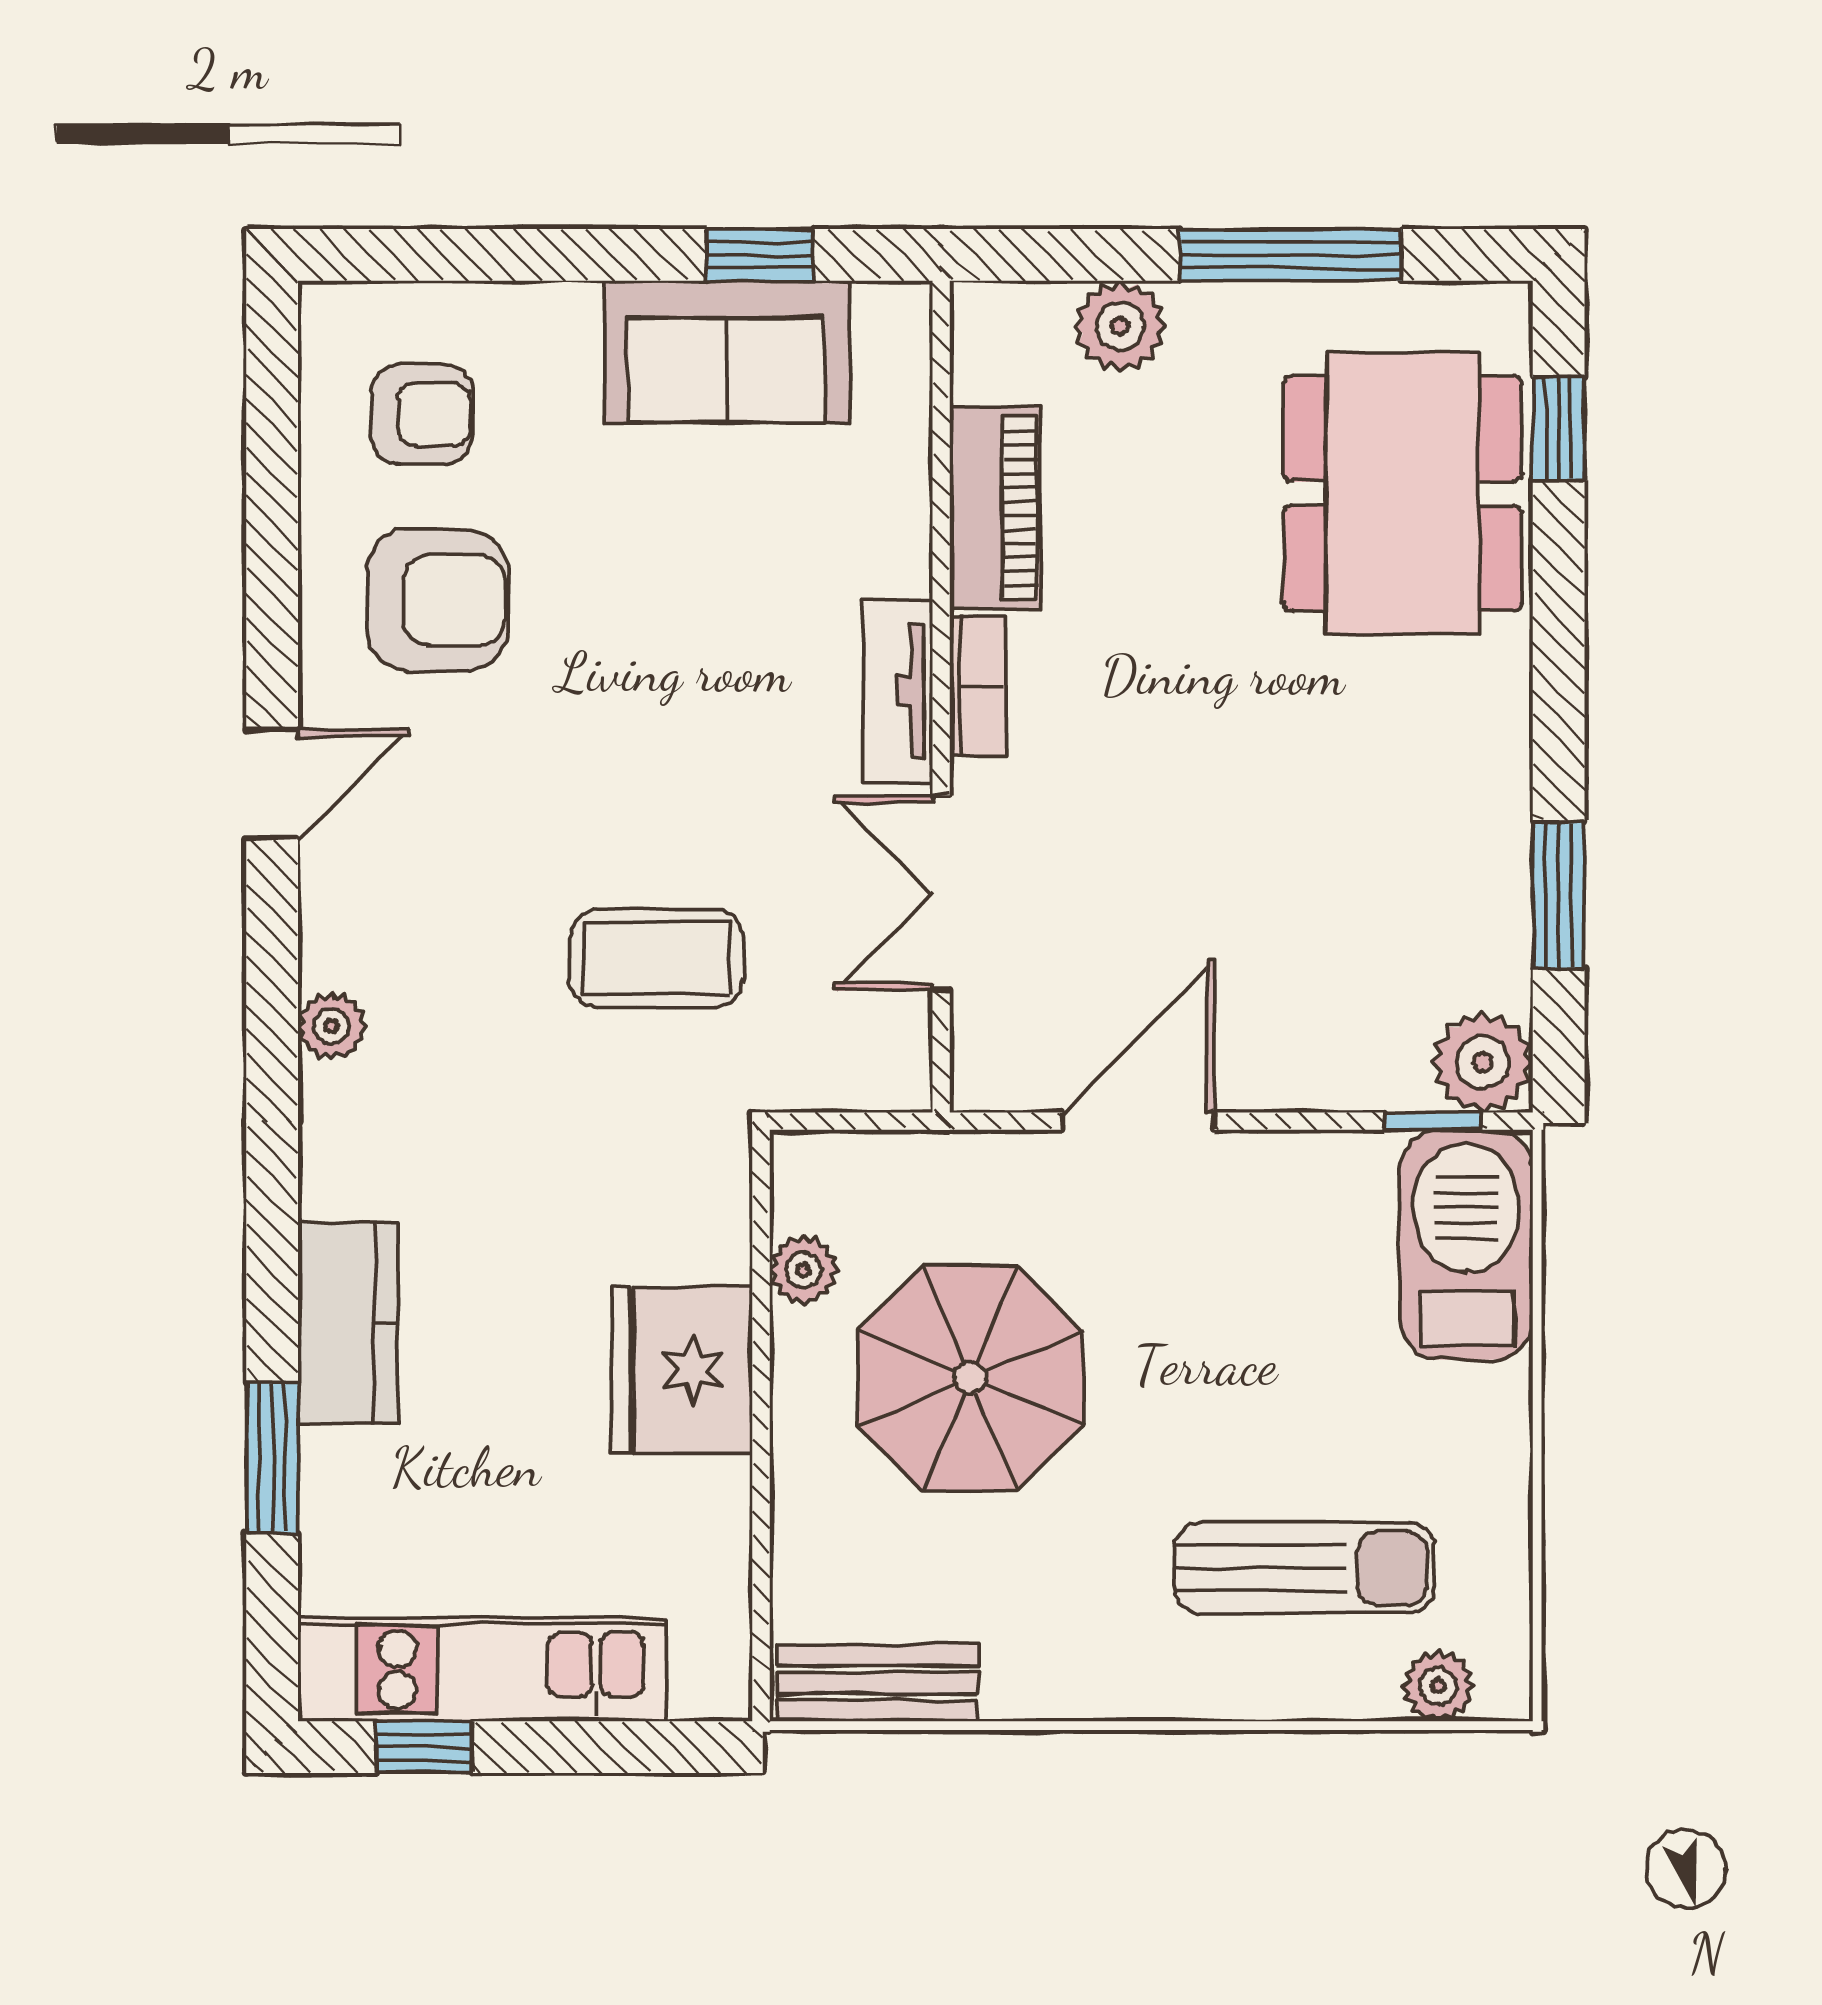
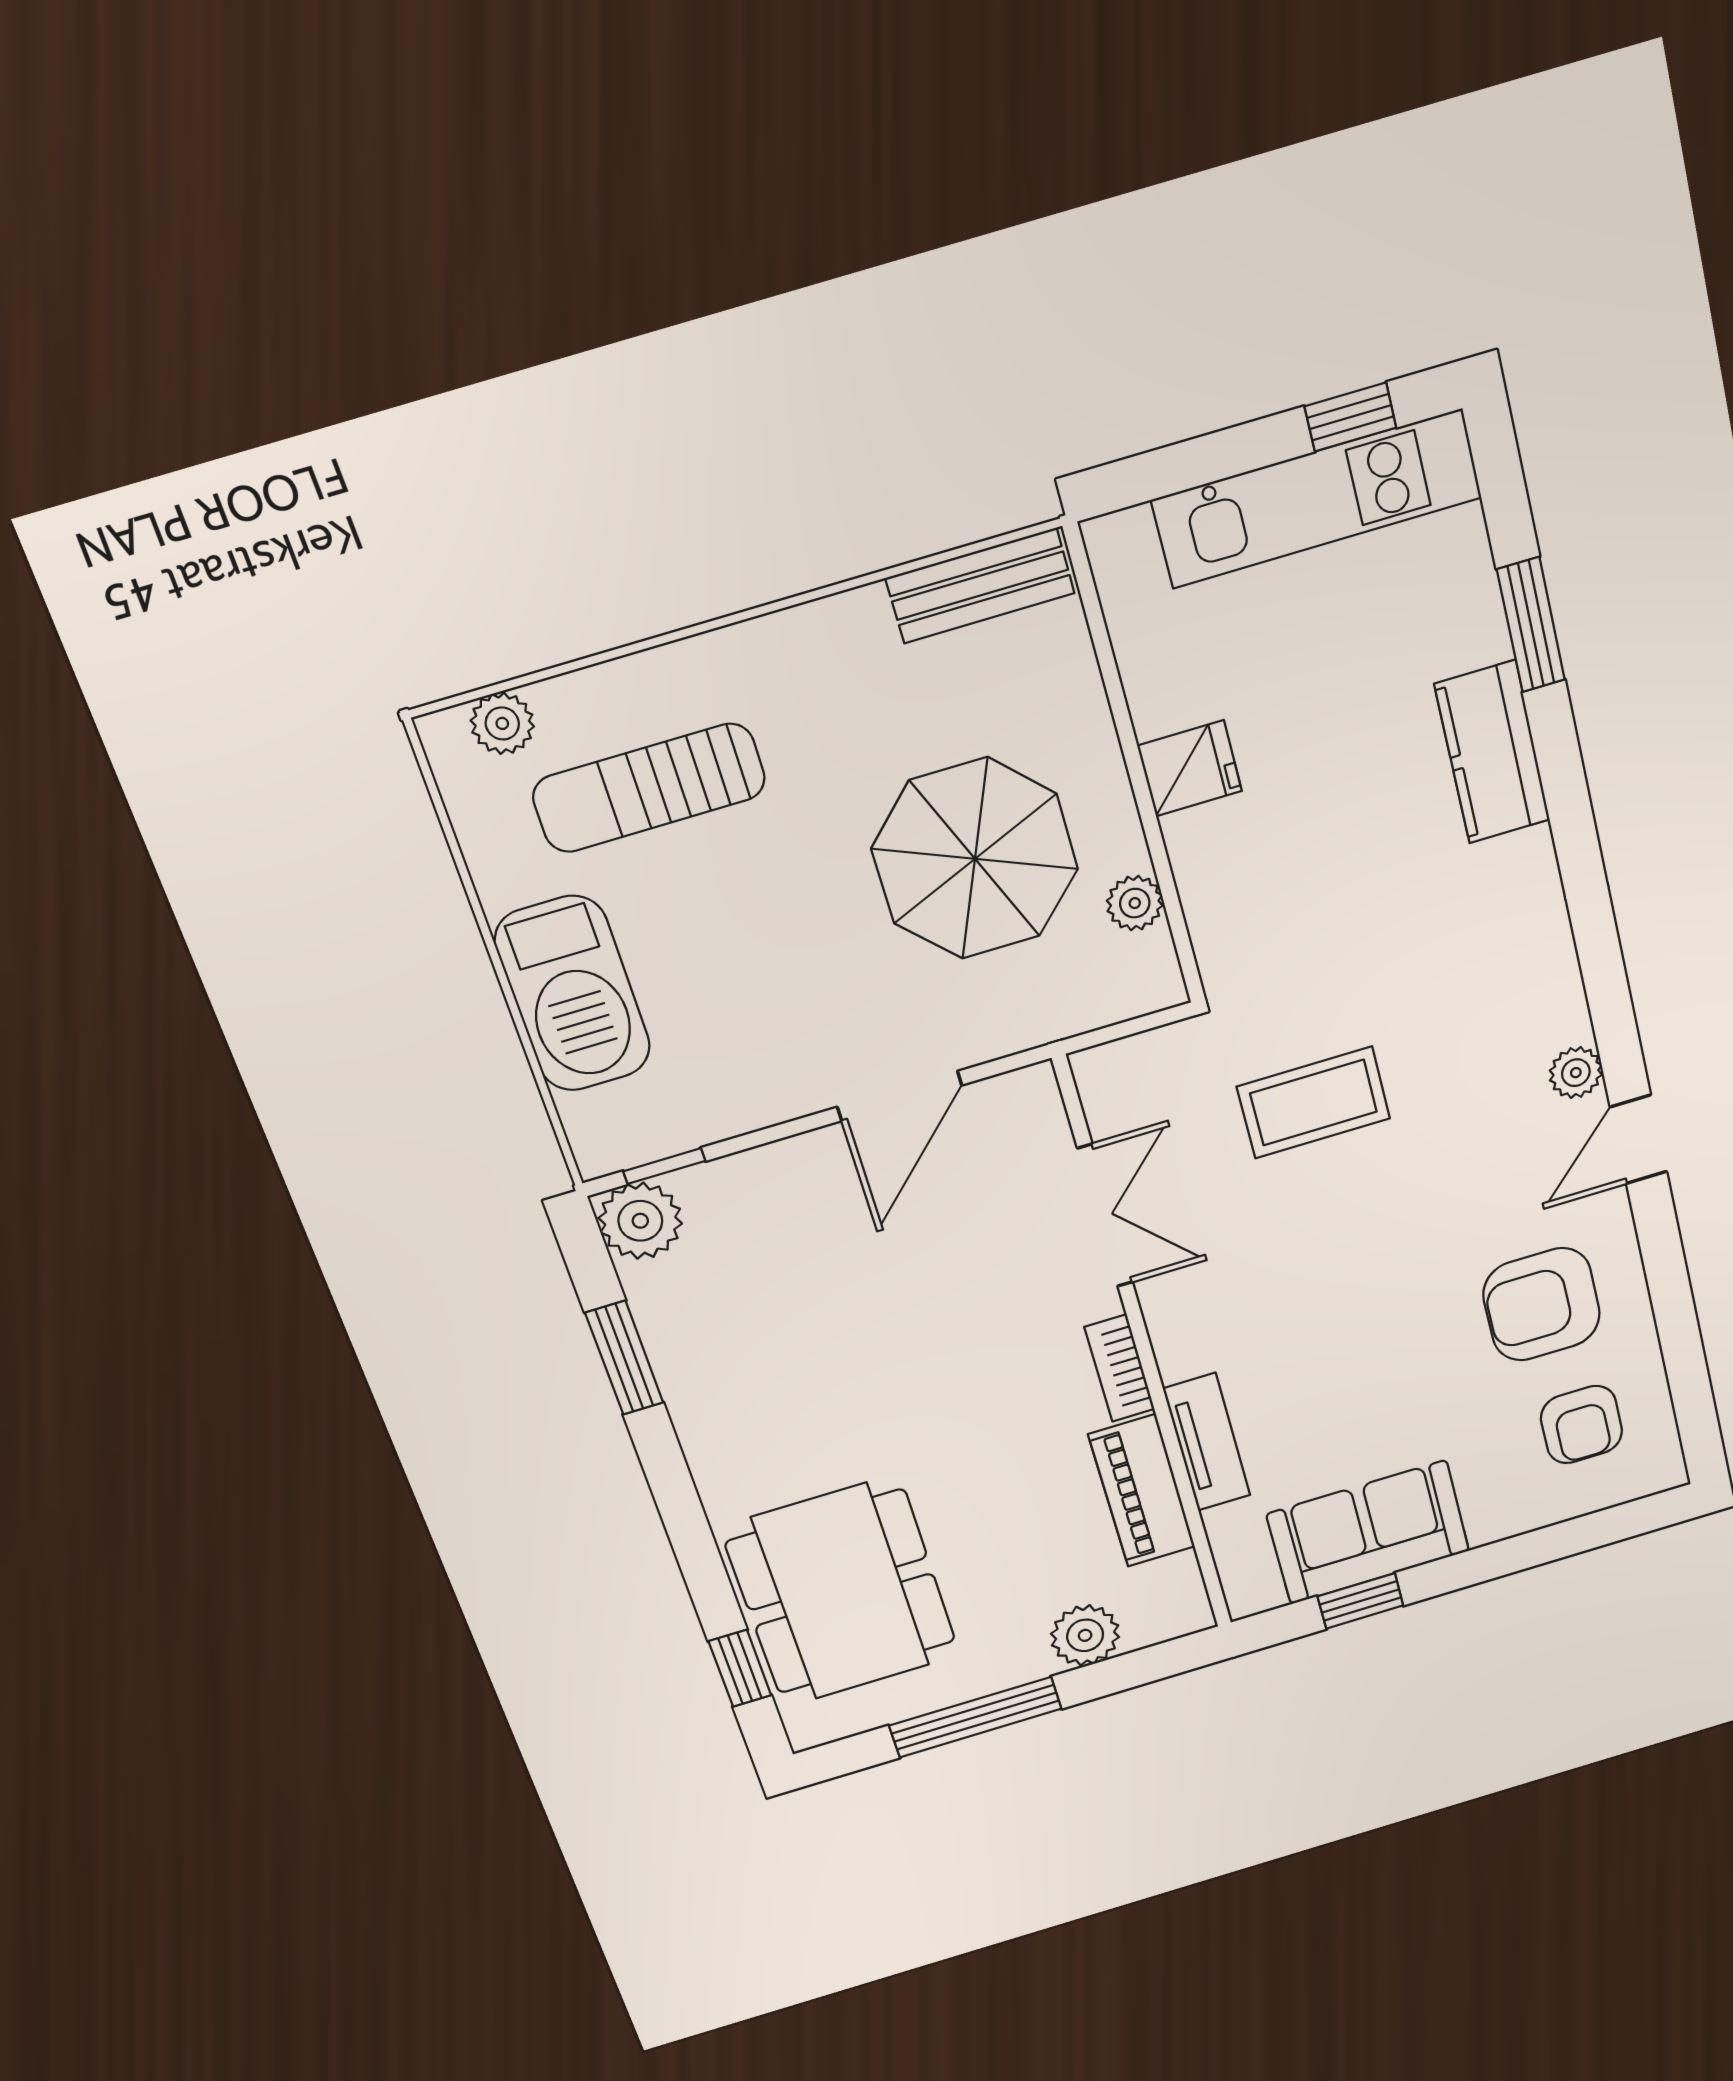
armchair: (422, 414) -> (1581, 1425), turned -90
tv unit: (897, 691) -> (1207, 1442), moved
plant: (332, 1026) -> (1576, 1073), moved
barbecue: (1467, 1245) -> (573, 994), moved
fridge: (682, 1370) -> (1190, 768), width x0.53, depth x0.75

